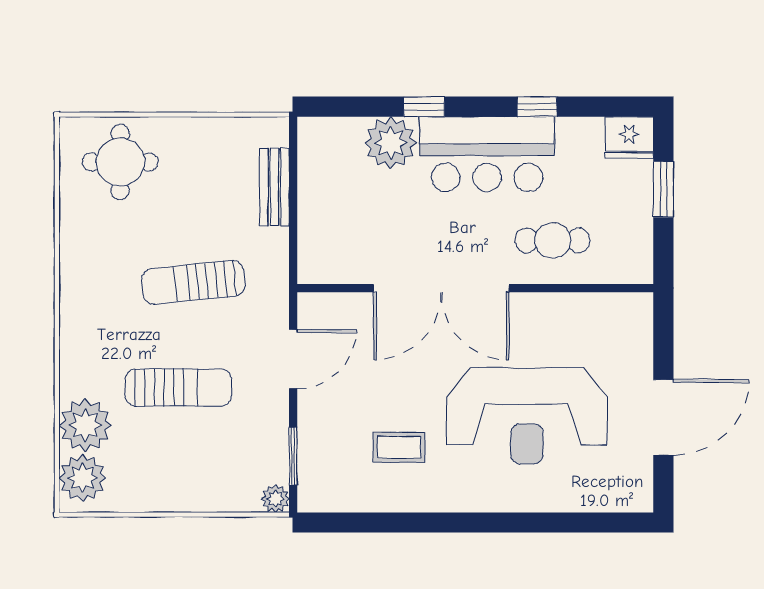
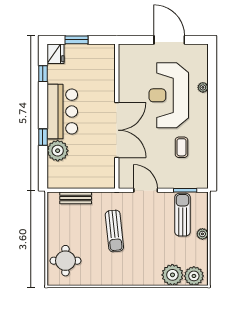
window: (537, 107) -> (43, 74), moved
cafe table: (553, 240) -> (97, 85), removed
sun lounger: (178, 387) -> (183, 215), moved
reception desk: (527, 416) -> (169, 95), turned 180
plant: (275, 499) -> (202, 234), moved
plant: (546, 500) -> (203, 87), added

